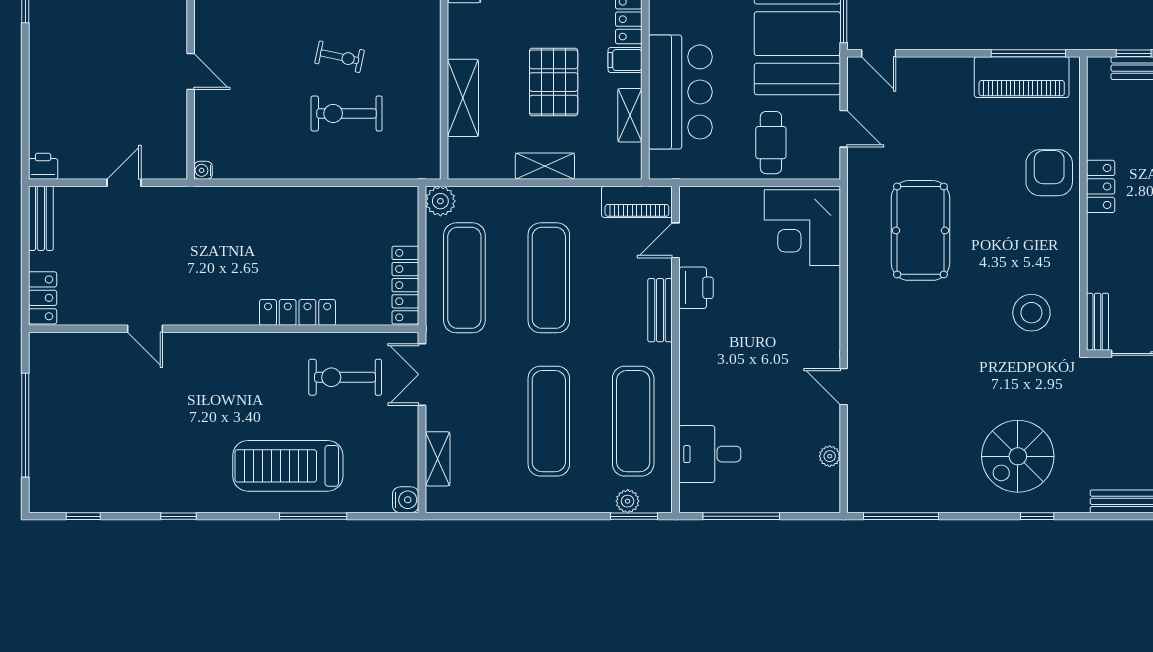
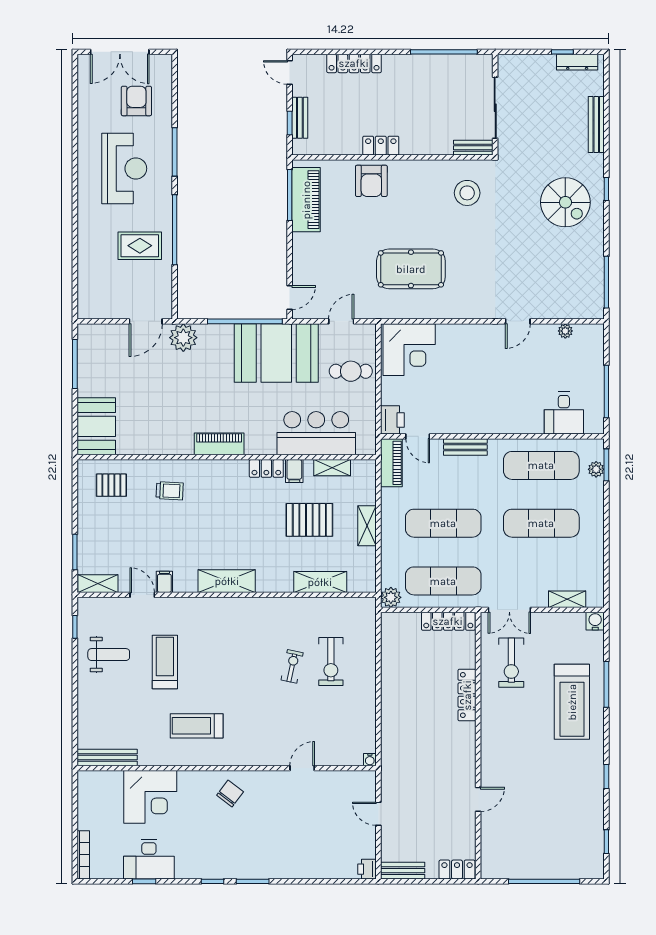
armchair: (1049, 173) -> (371, 181), turned -90
printer: (696, 288) -> (392, 420), moved, turned 90

